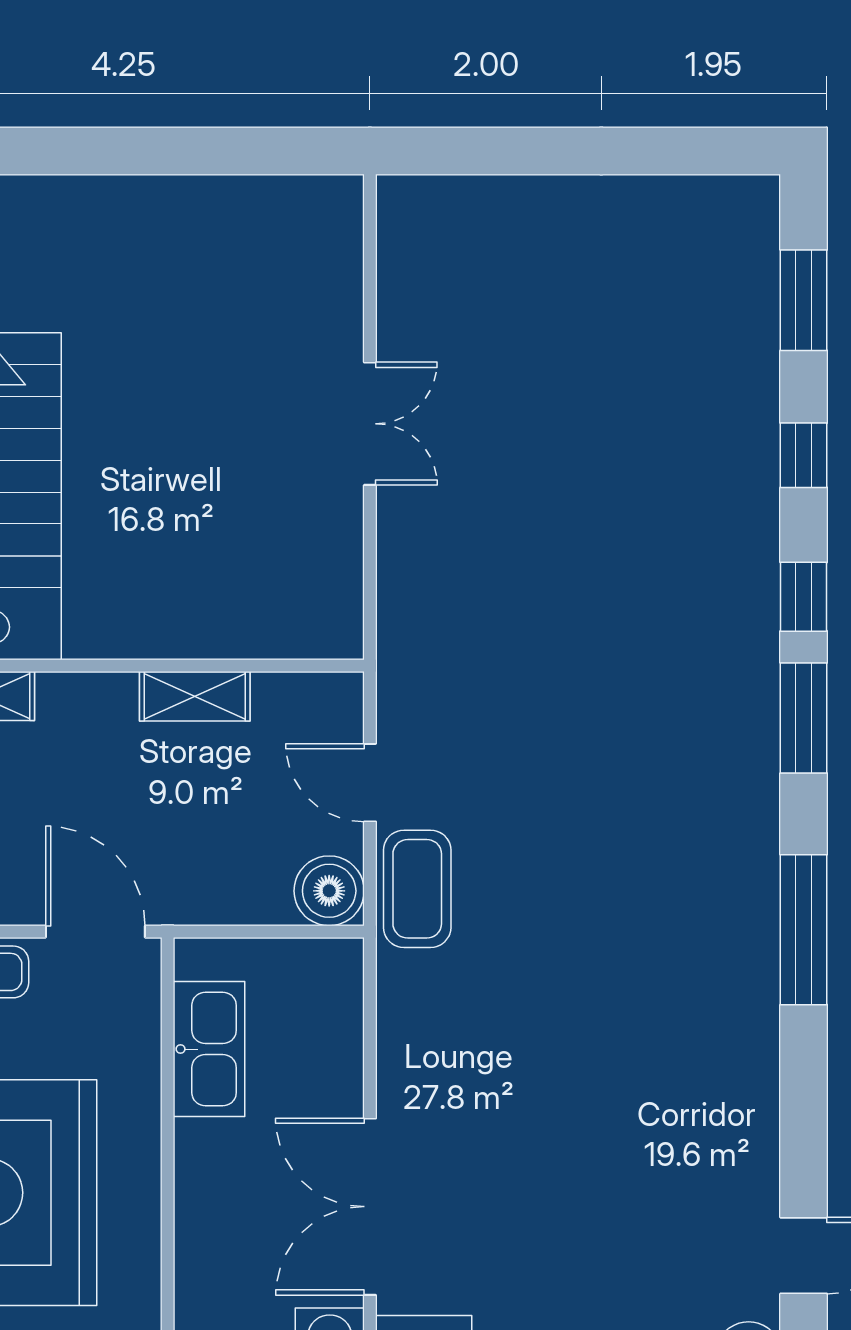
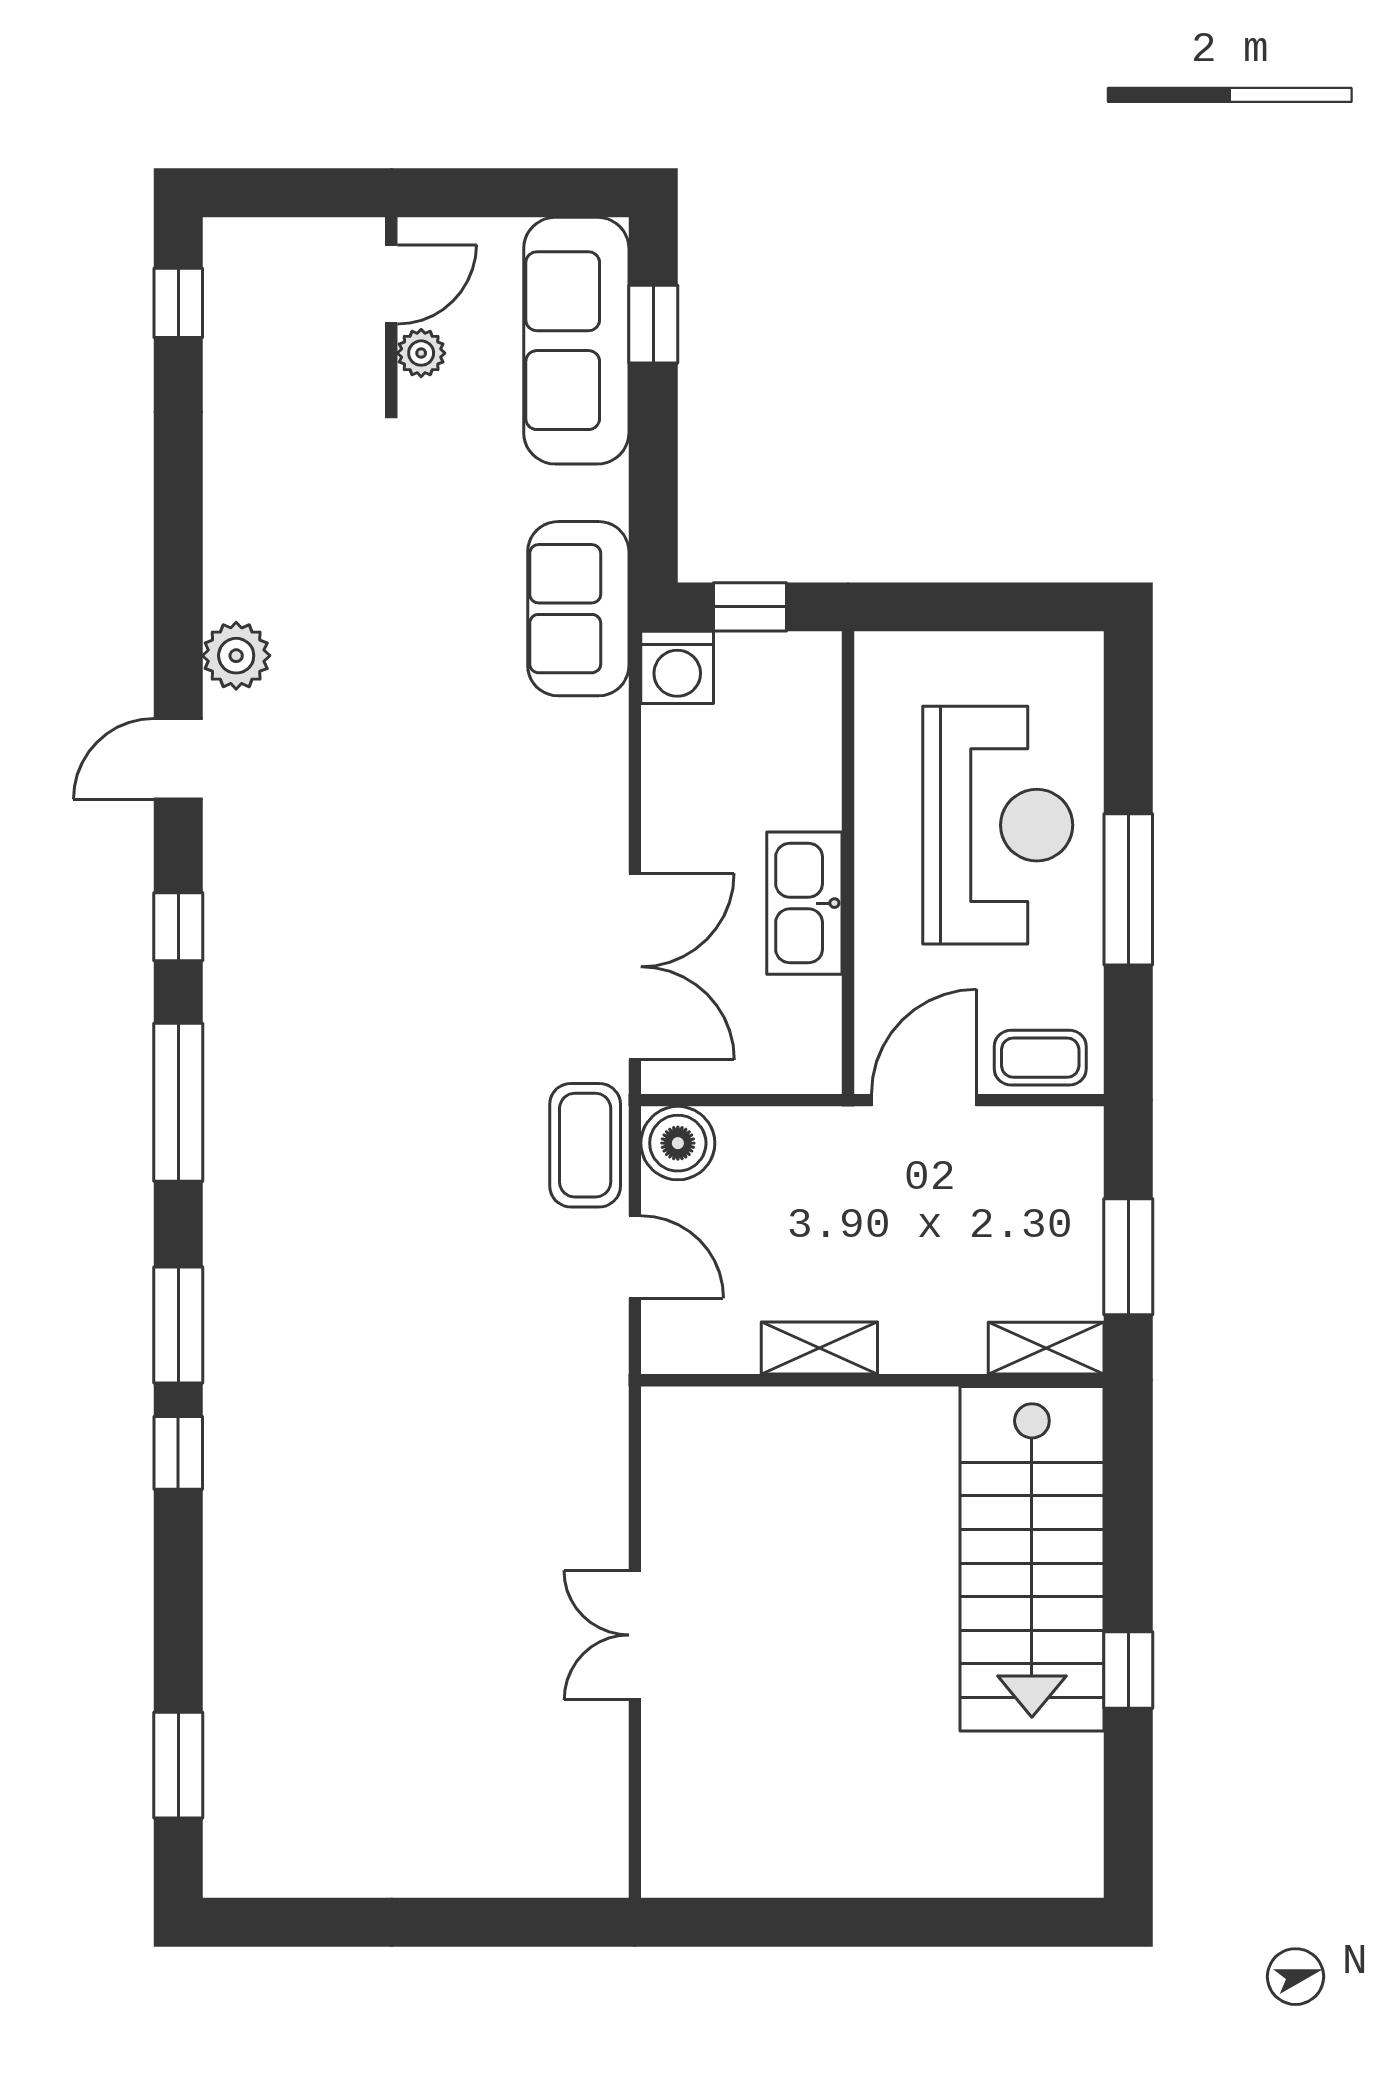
window: (804, 455) -> (178, 927), moved
door: (95, 932) -> (924, 1100), swing flipped
kitchen sink: (209, 1049) -> (804, 903), moved
double door: (370, 1207) -> (635, 967), moved

